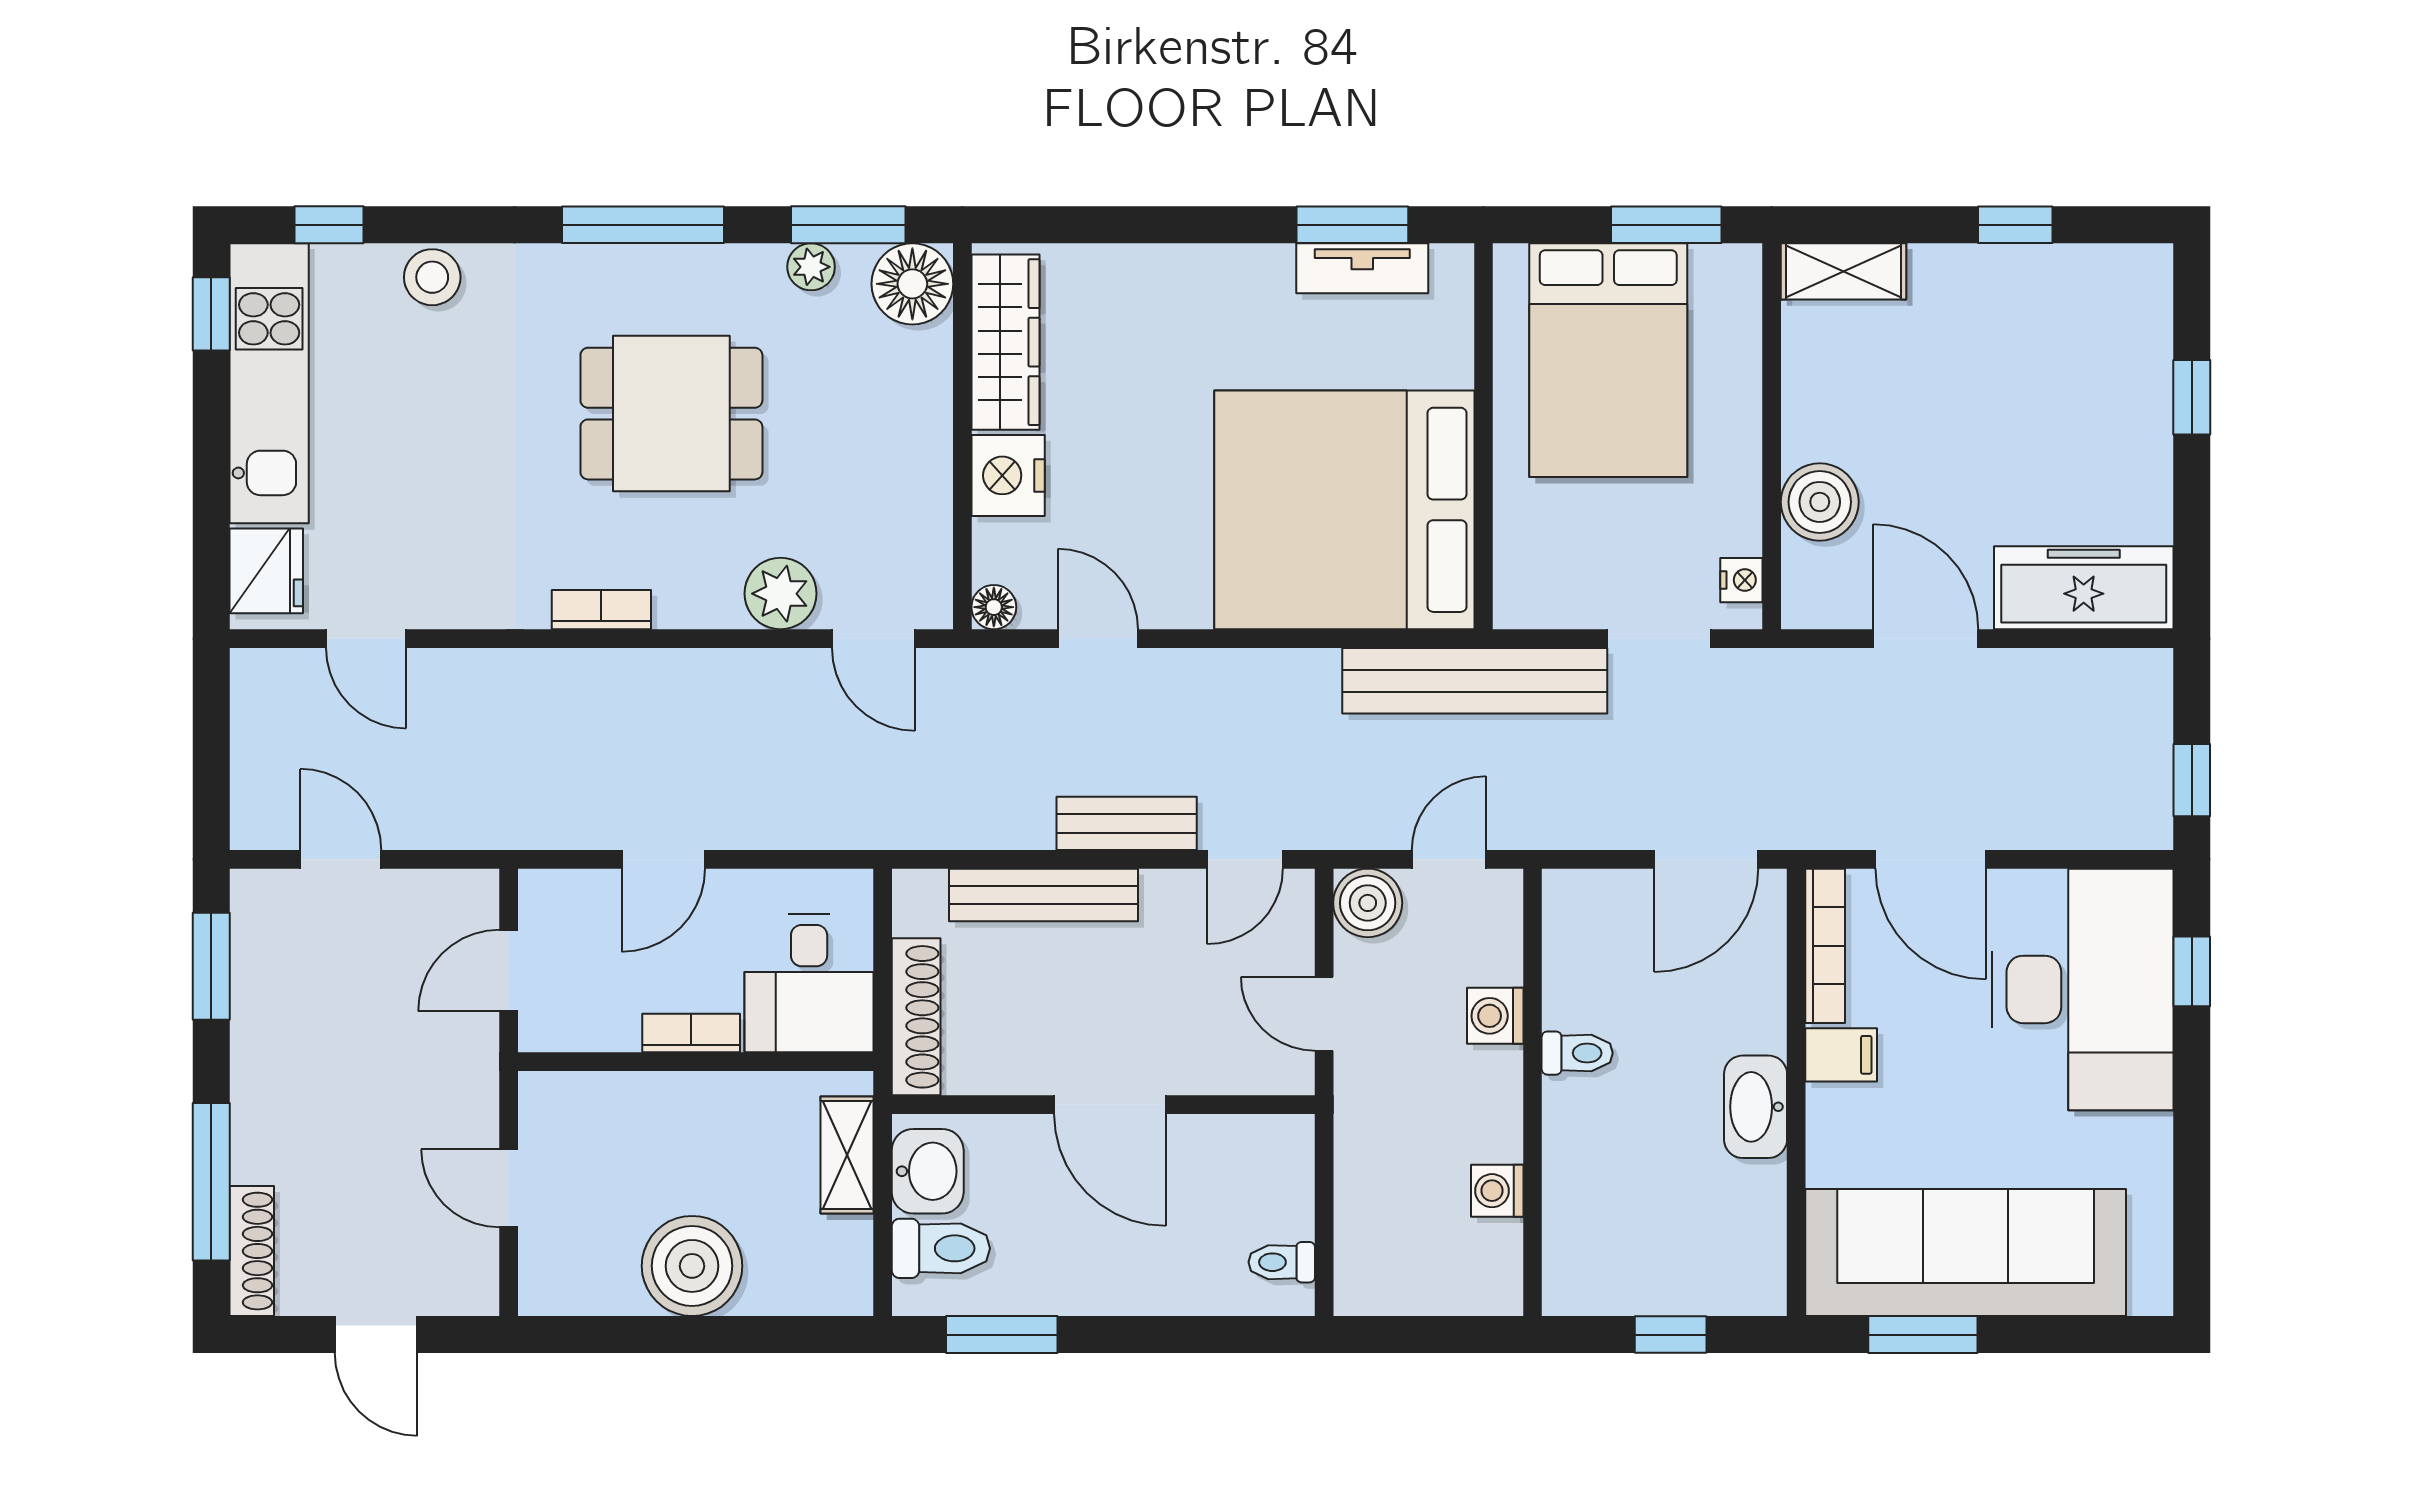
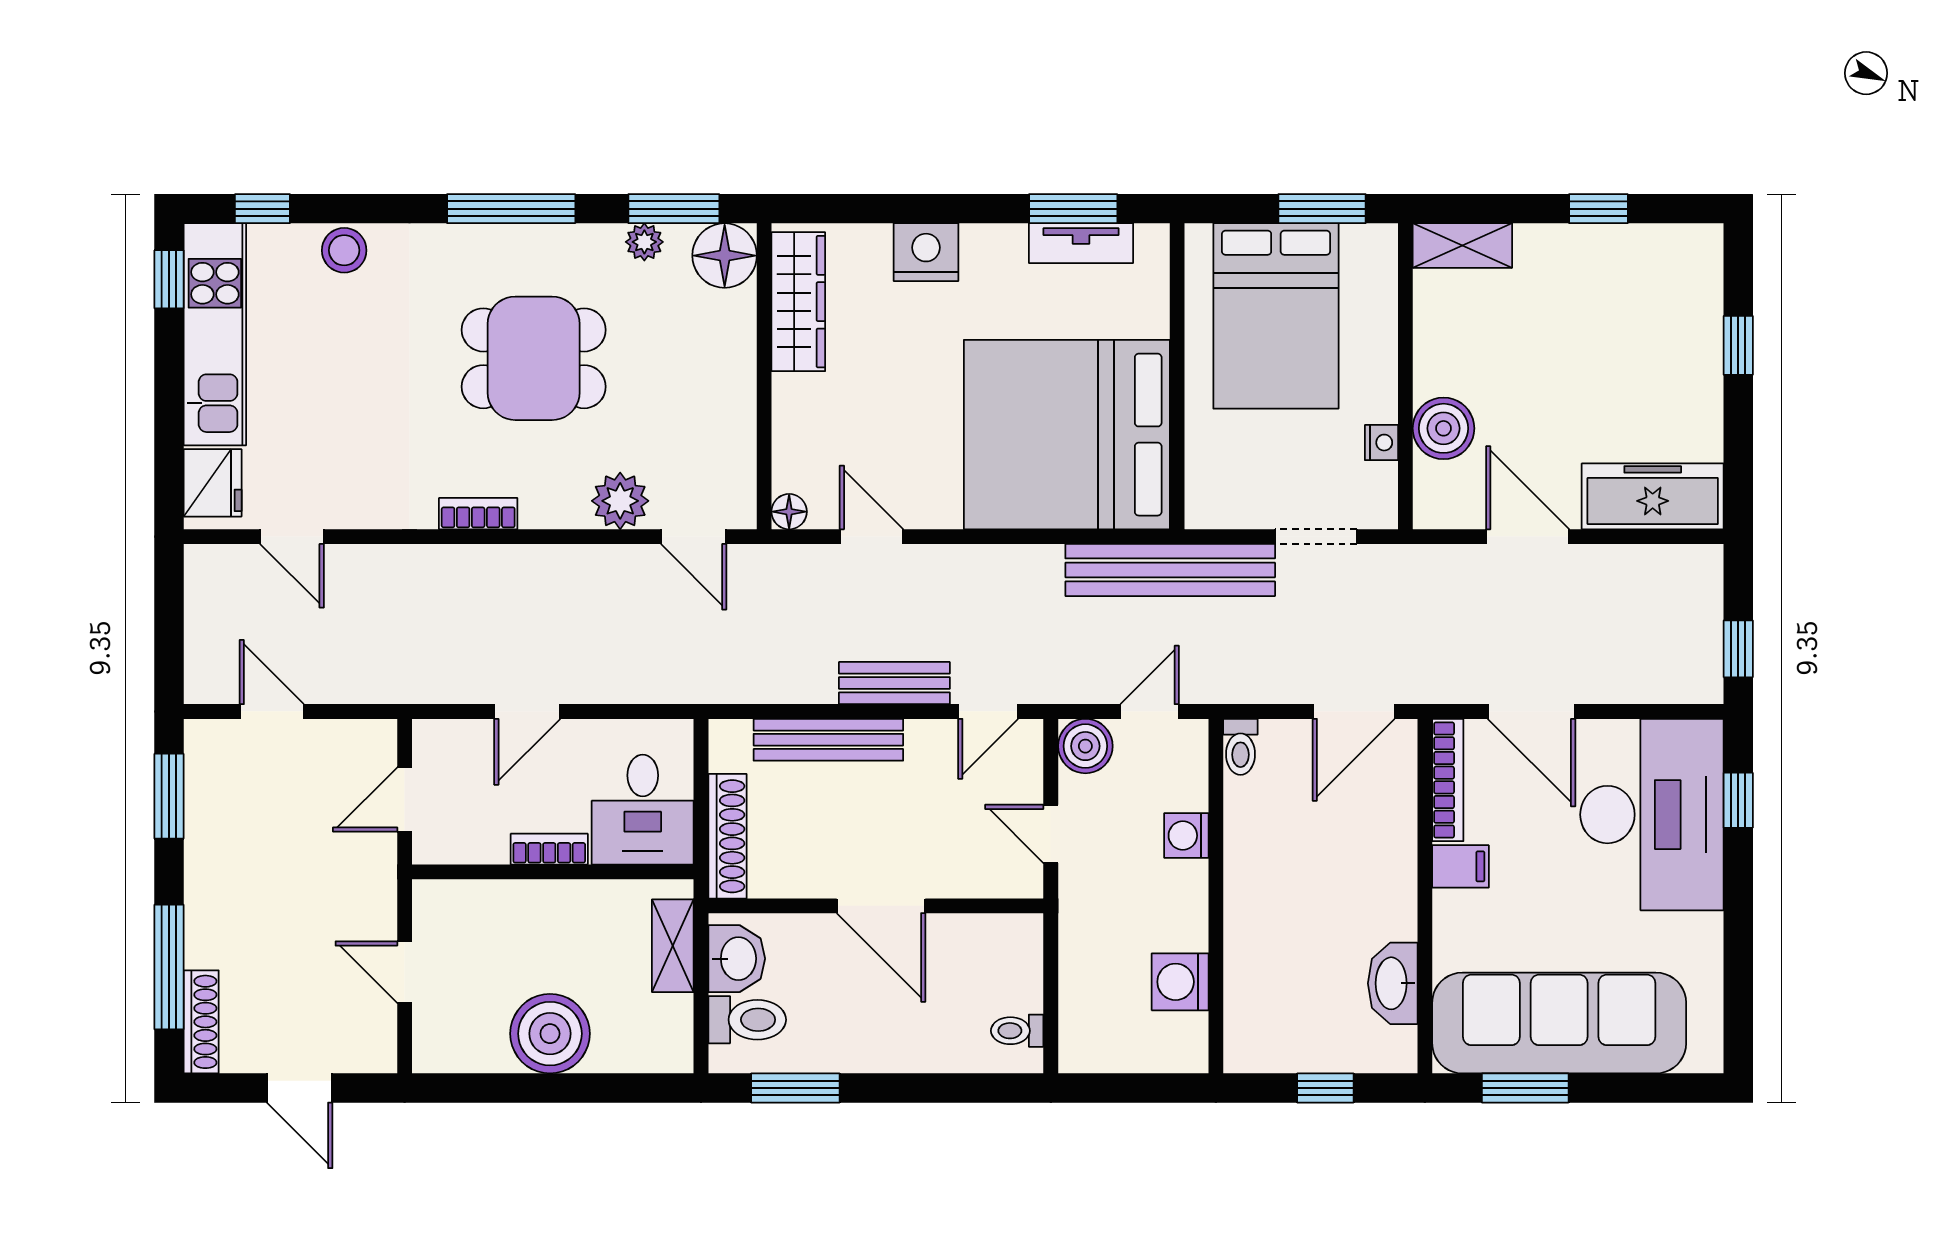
nightstand: (1008, 475) -> (926, 252), moved, turned 90
nightstand: (1741, 580) -> (1381, 443), moved
toilet: (1577, 1053) -> (1240, 747), moved, turned 90
washbasin: (1756, 1107) -> (1393, 983), moved
washing machine: (1497, 1191) -> (1180, 982), width x1.38, depth x1.38

